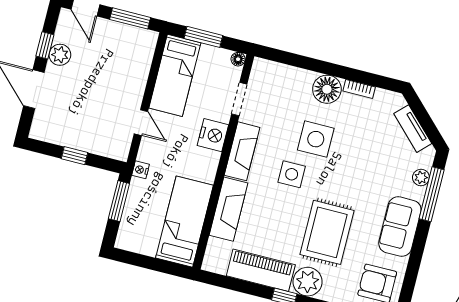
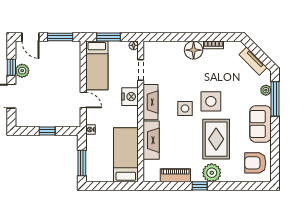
side table: (316, 139) -> (211, 101), moved
window: (119, 201) -> (82, 163), moved
piano: (261, 270) -> (175, 175), width x0.73, depth x0.75

